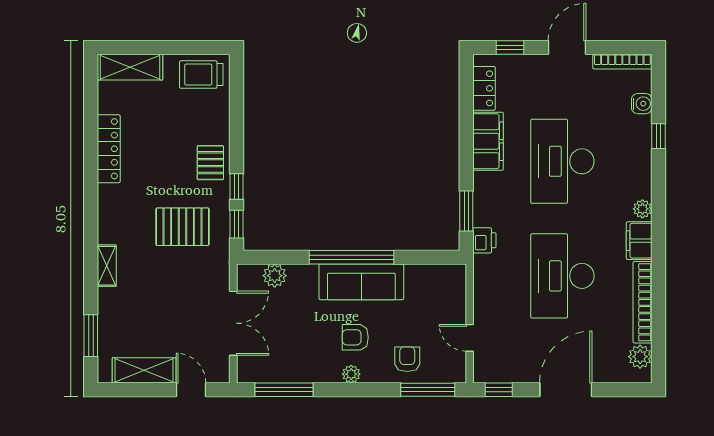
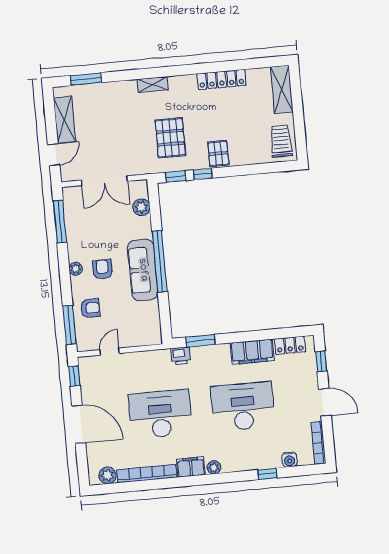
pallet: (210, 163) -> (218, 153), turned 90
shelving: (107, 266) -> (153, 84), moved

